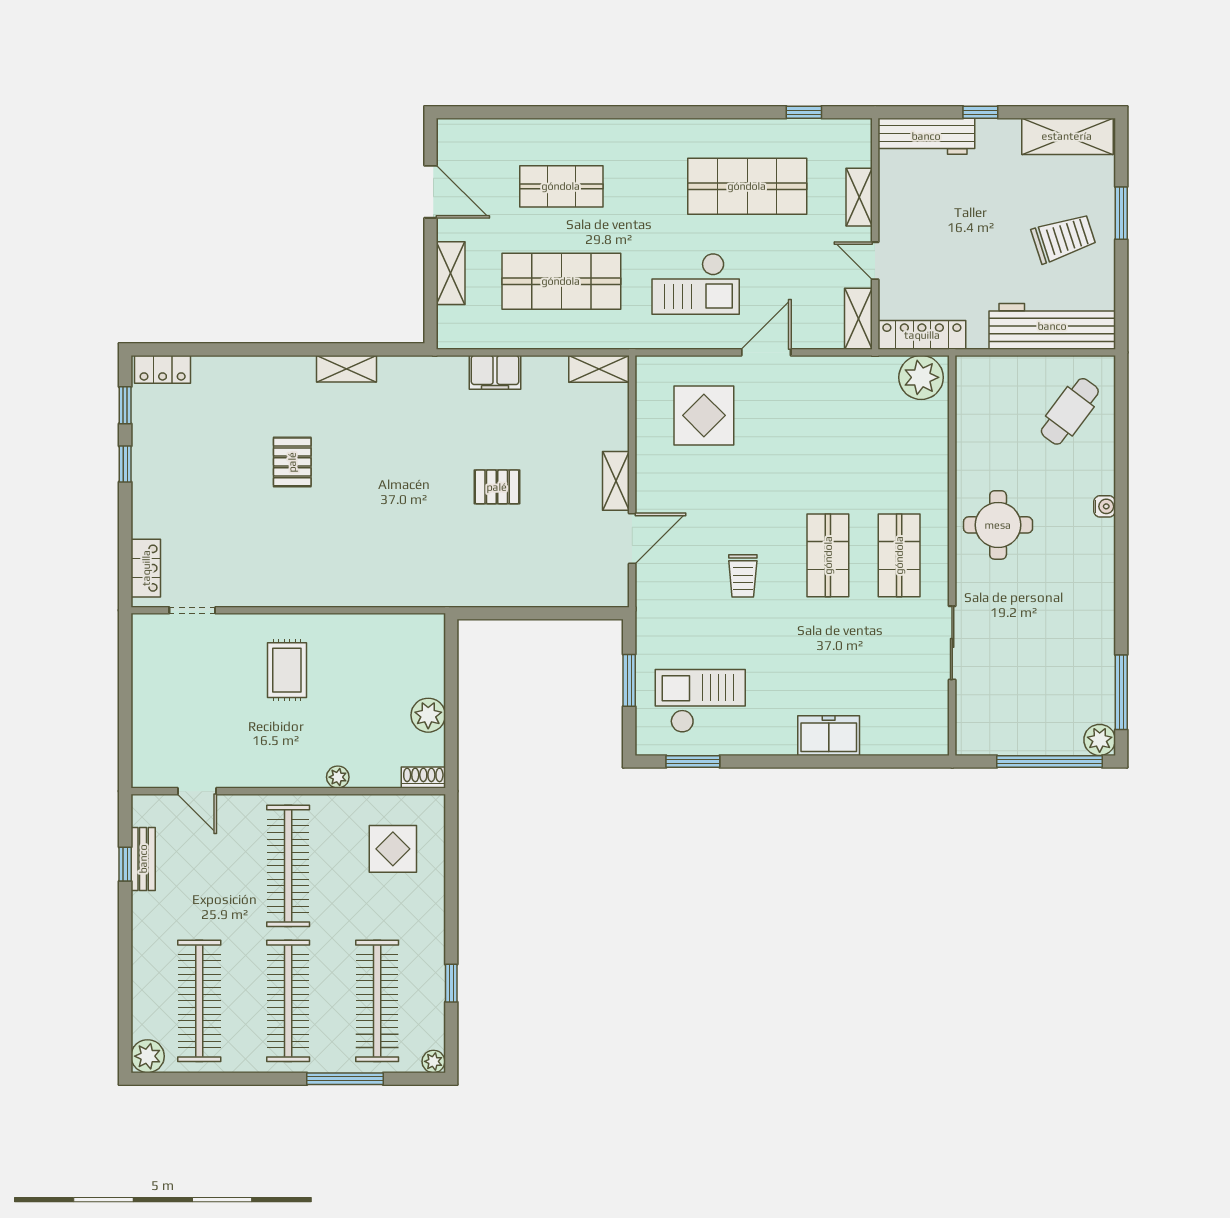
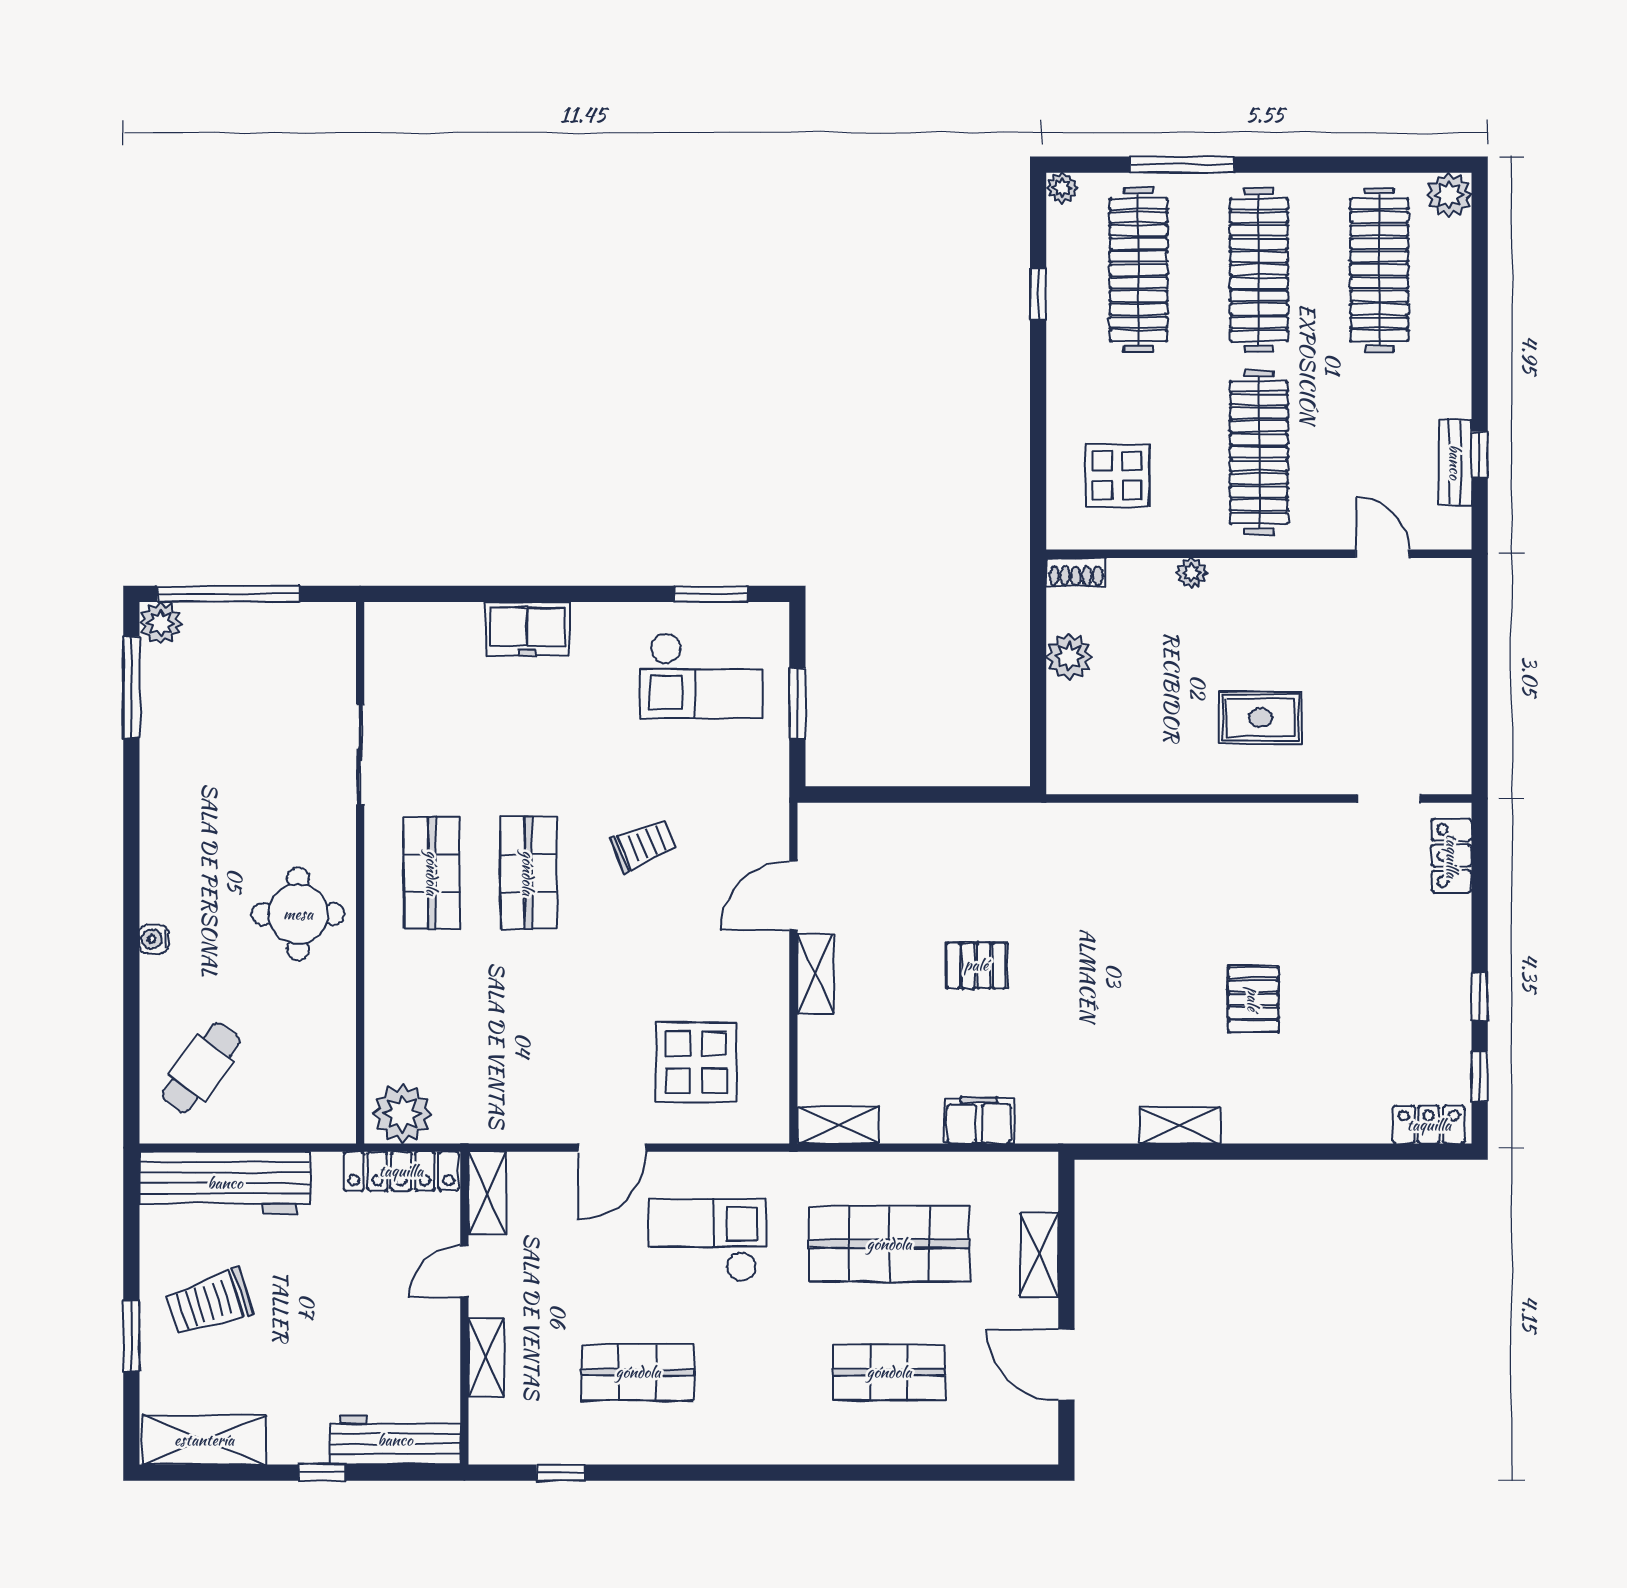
shop shelf: (747, 186) -> (638, 1372), width x0.70, depth x0.74
door: (875, 261) -> (464, 1272), swing flipped
trolley: (743, 576) -> (644, 845), turned 68
rug: (287, 670) -> (1260, 718), turned 90

